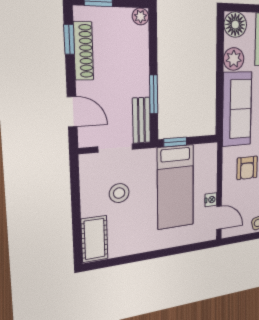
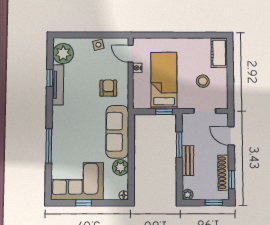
floor lamp: (235, 25) -> (124, 195), width x0.53, depth x0.53
bench: (141, 120) -> (188, 161), moved

